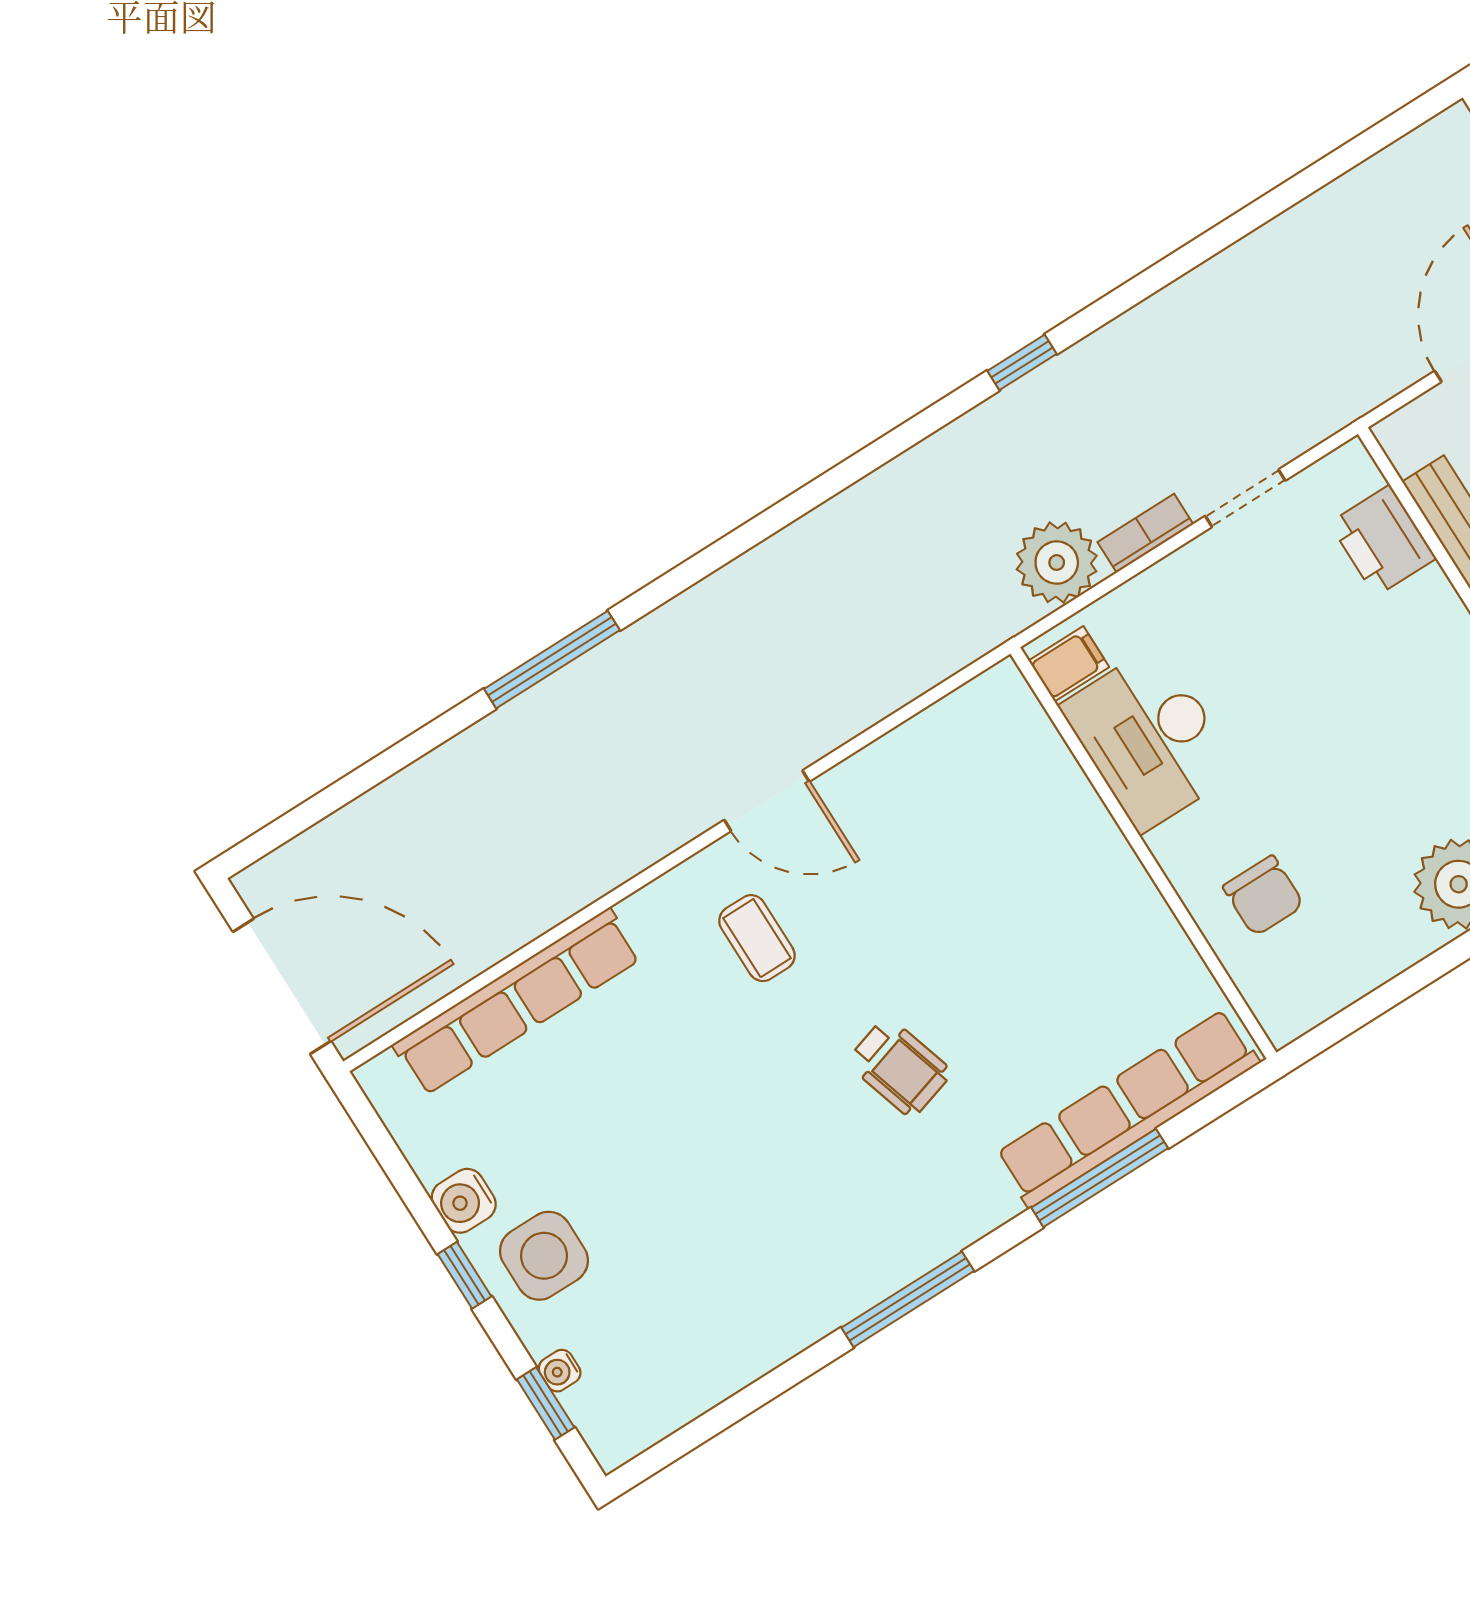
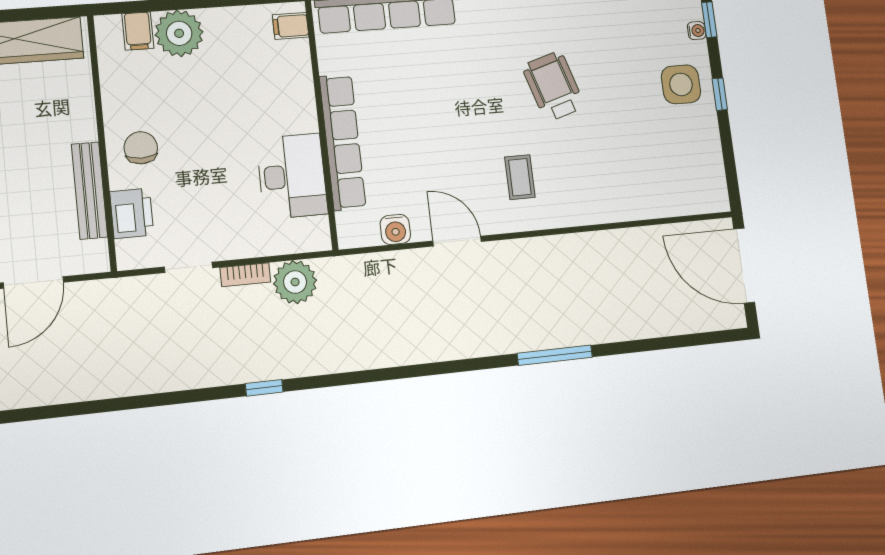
filing cabinet: (1069, 664) -> (291, 26), moved
door: (767, 801) -> (457, 241), moved
chair: (1263, 896) -> (141, 148), moved
row of seats: (517, 1002) -> (343, 142), moved, turned 90
wheelchair: (899, 1067) -> (553, 86), moved, width x1.36, depth x1.37
water cooler: (464, 1201) -> (395, 229), moved, turned 90

